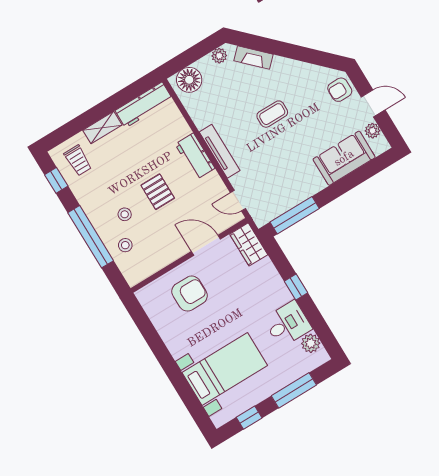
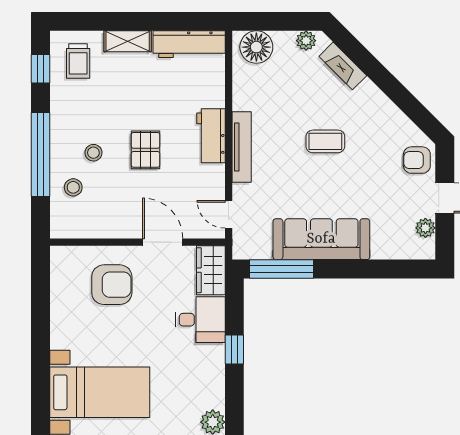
sofa: (344, 158) -> (321, 239), moved, width x1.36
desk: (288, 324) -> (200, 320), moved

